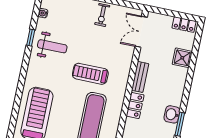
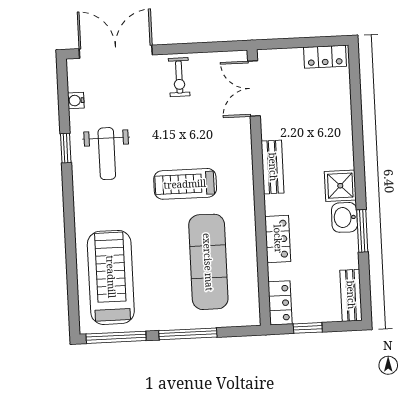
weight bench: (52, 46) -> (107, 154), turned 90
shower: (182, 58) -> (340, 186), moved
locker: (135, 105) -> (278, 239), moved

